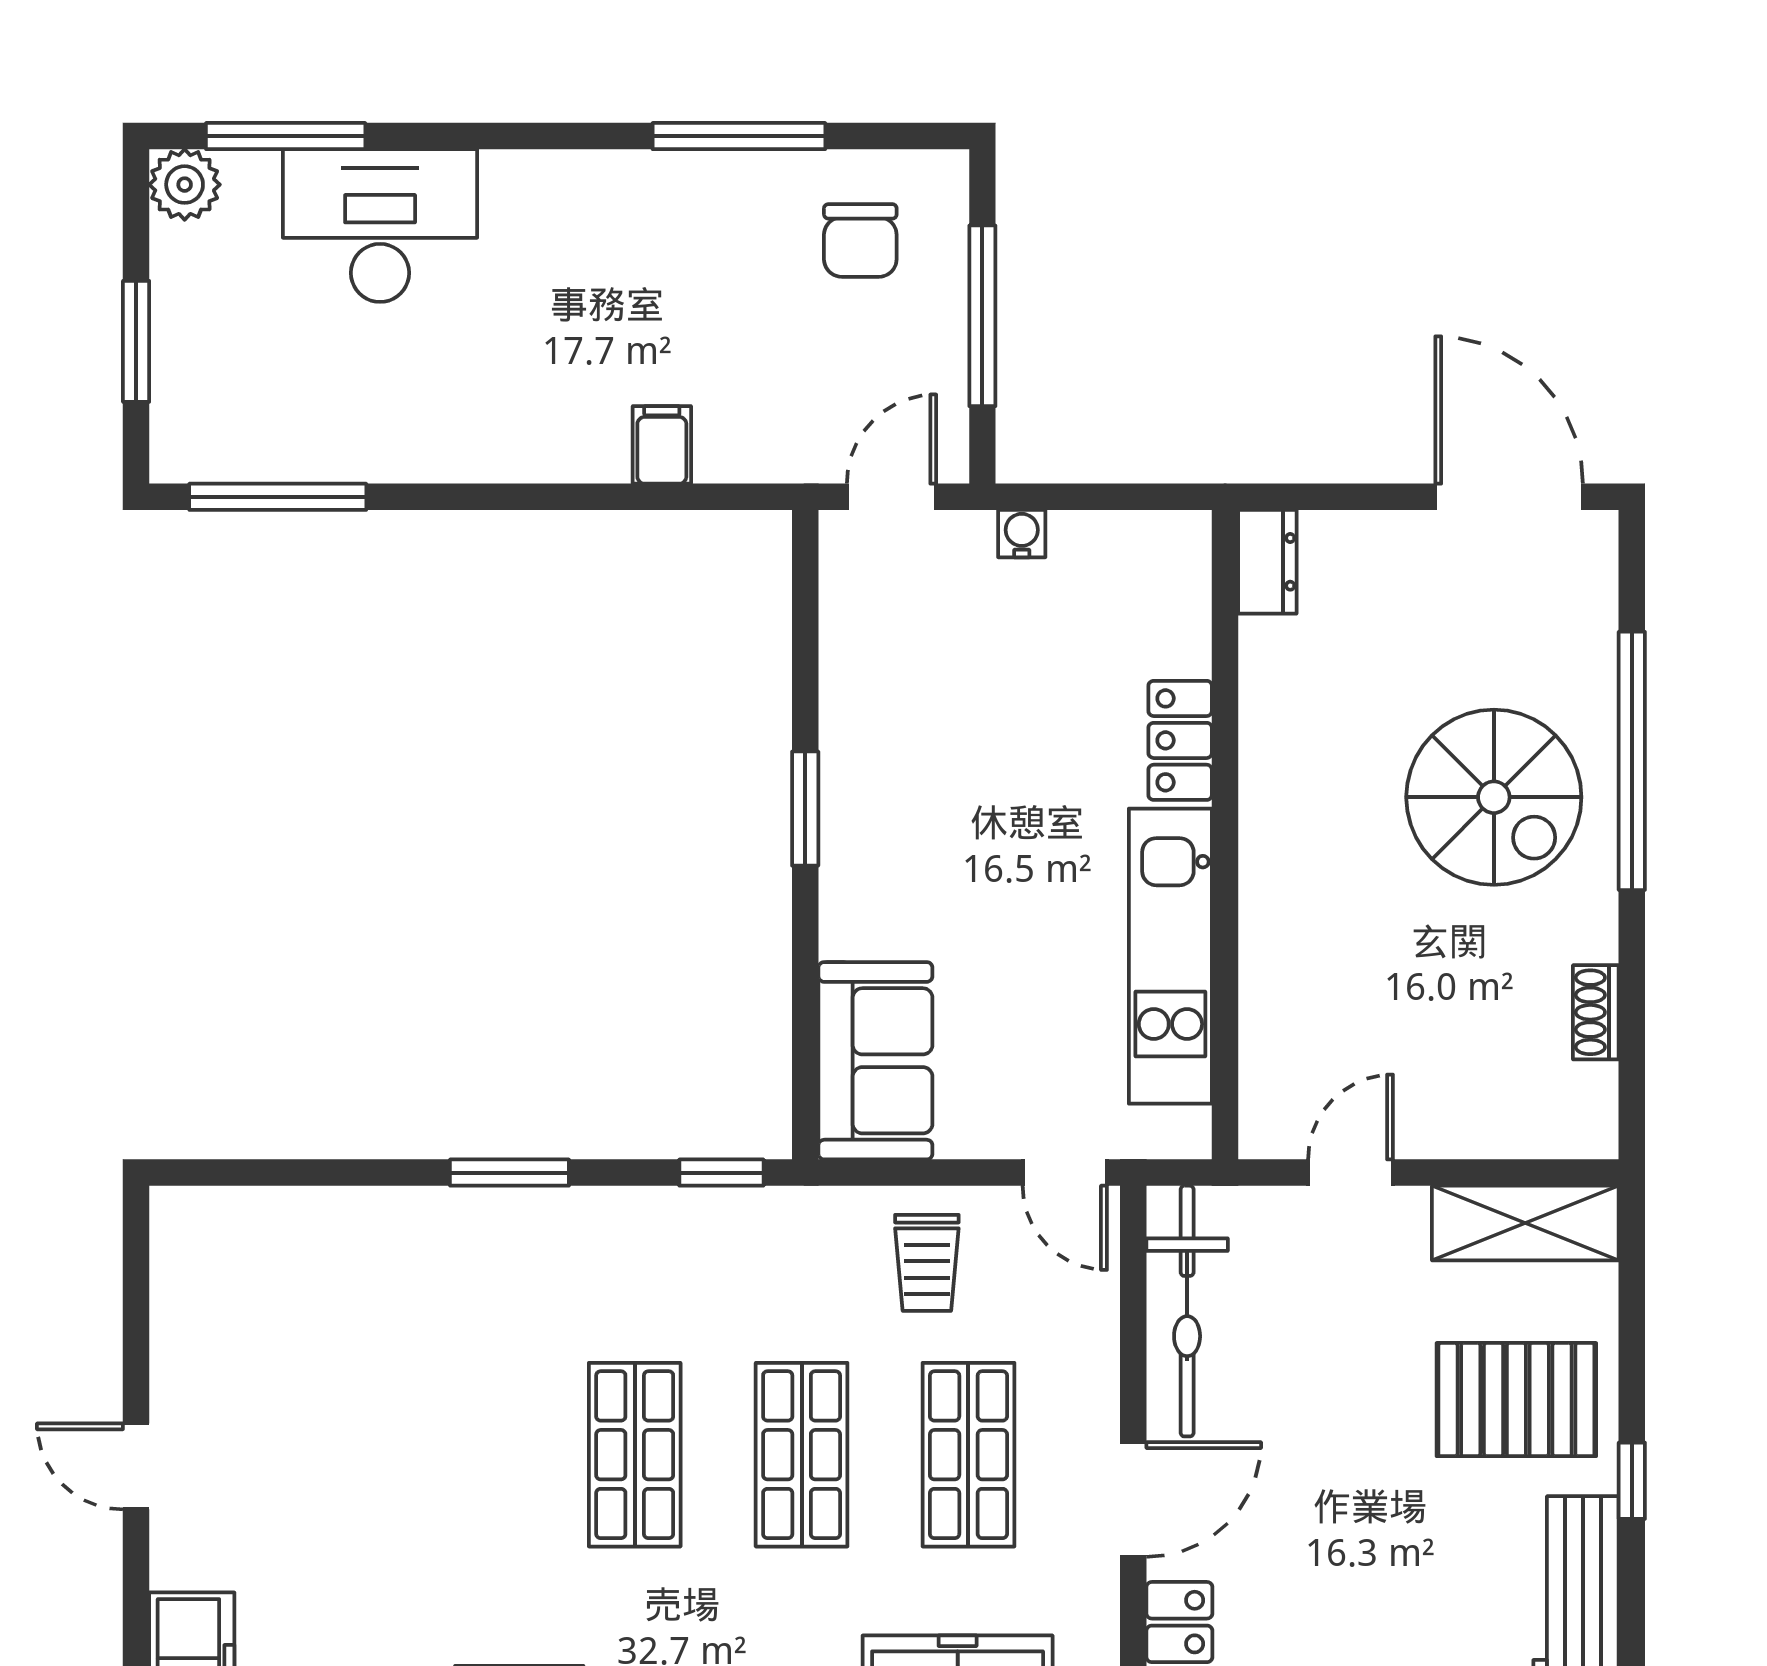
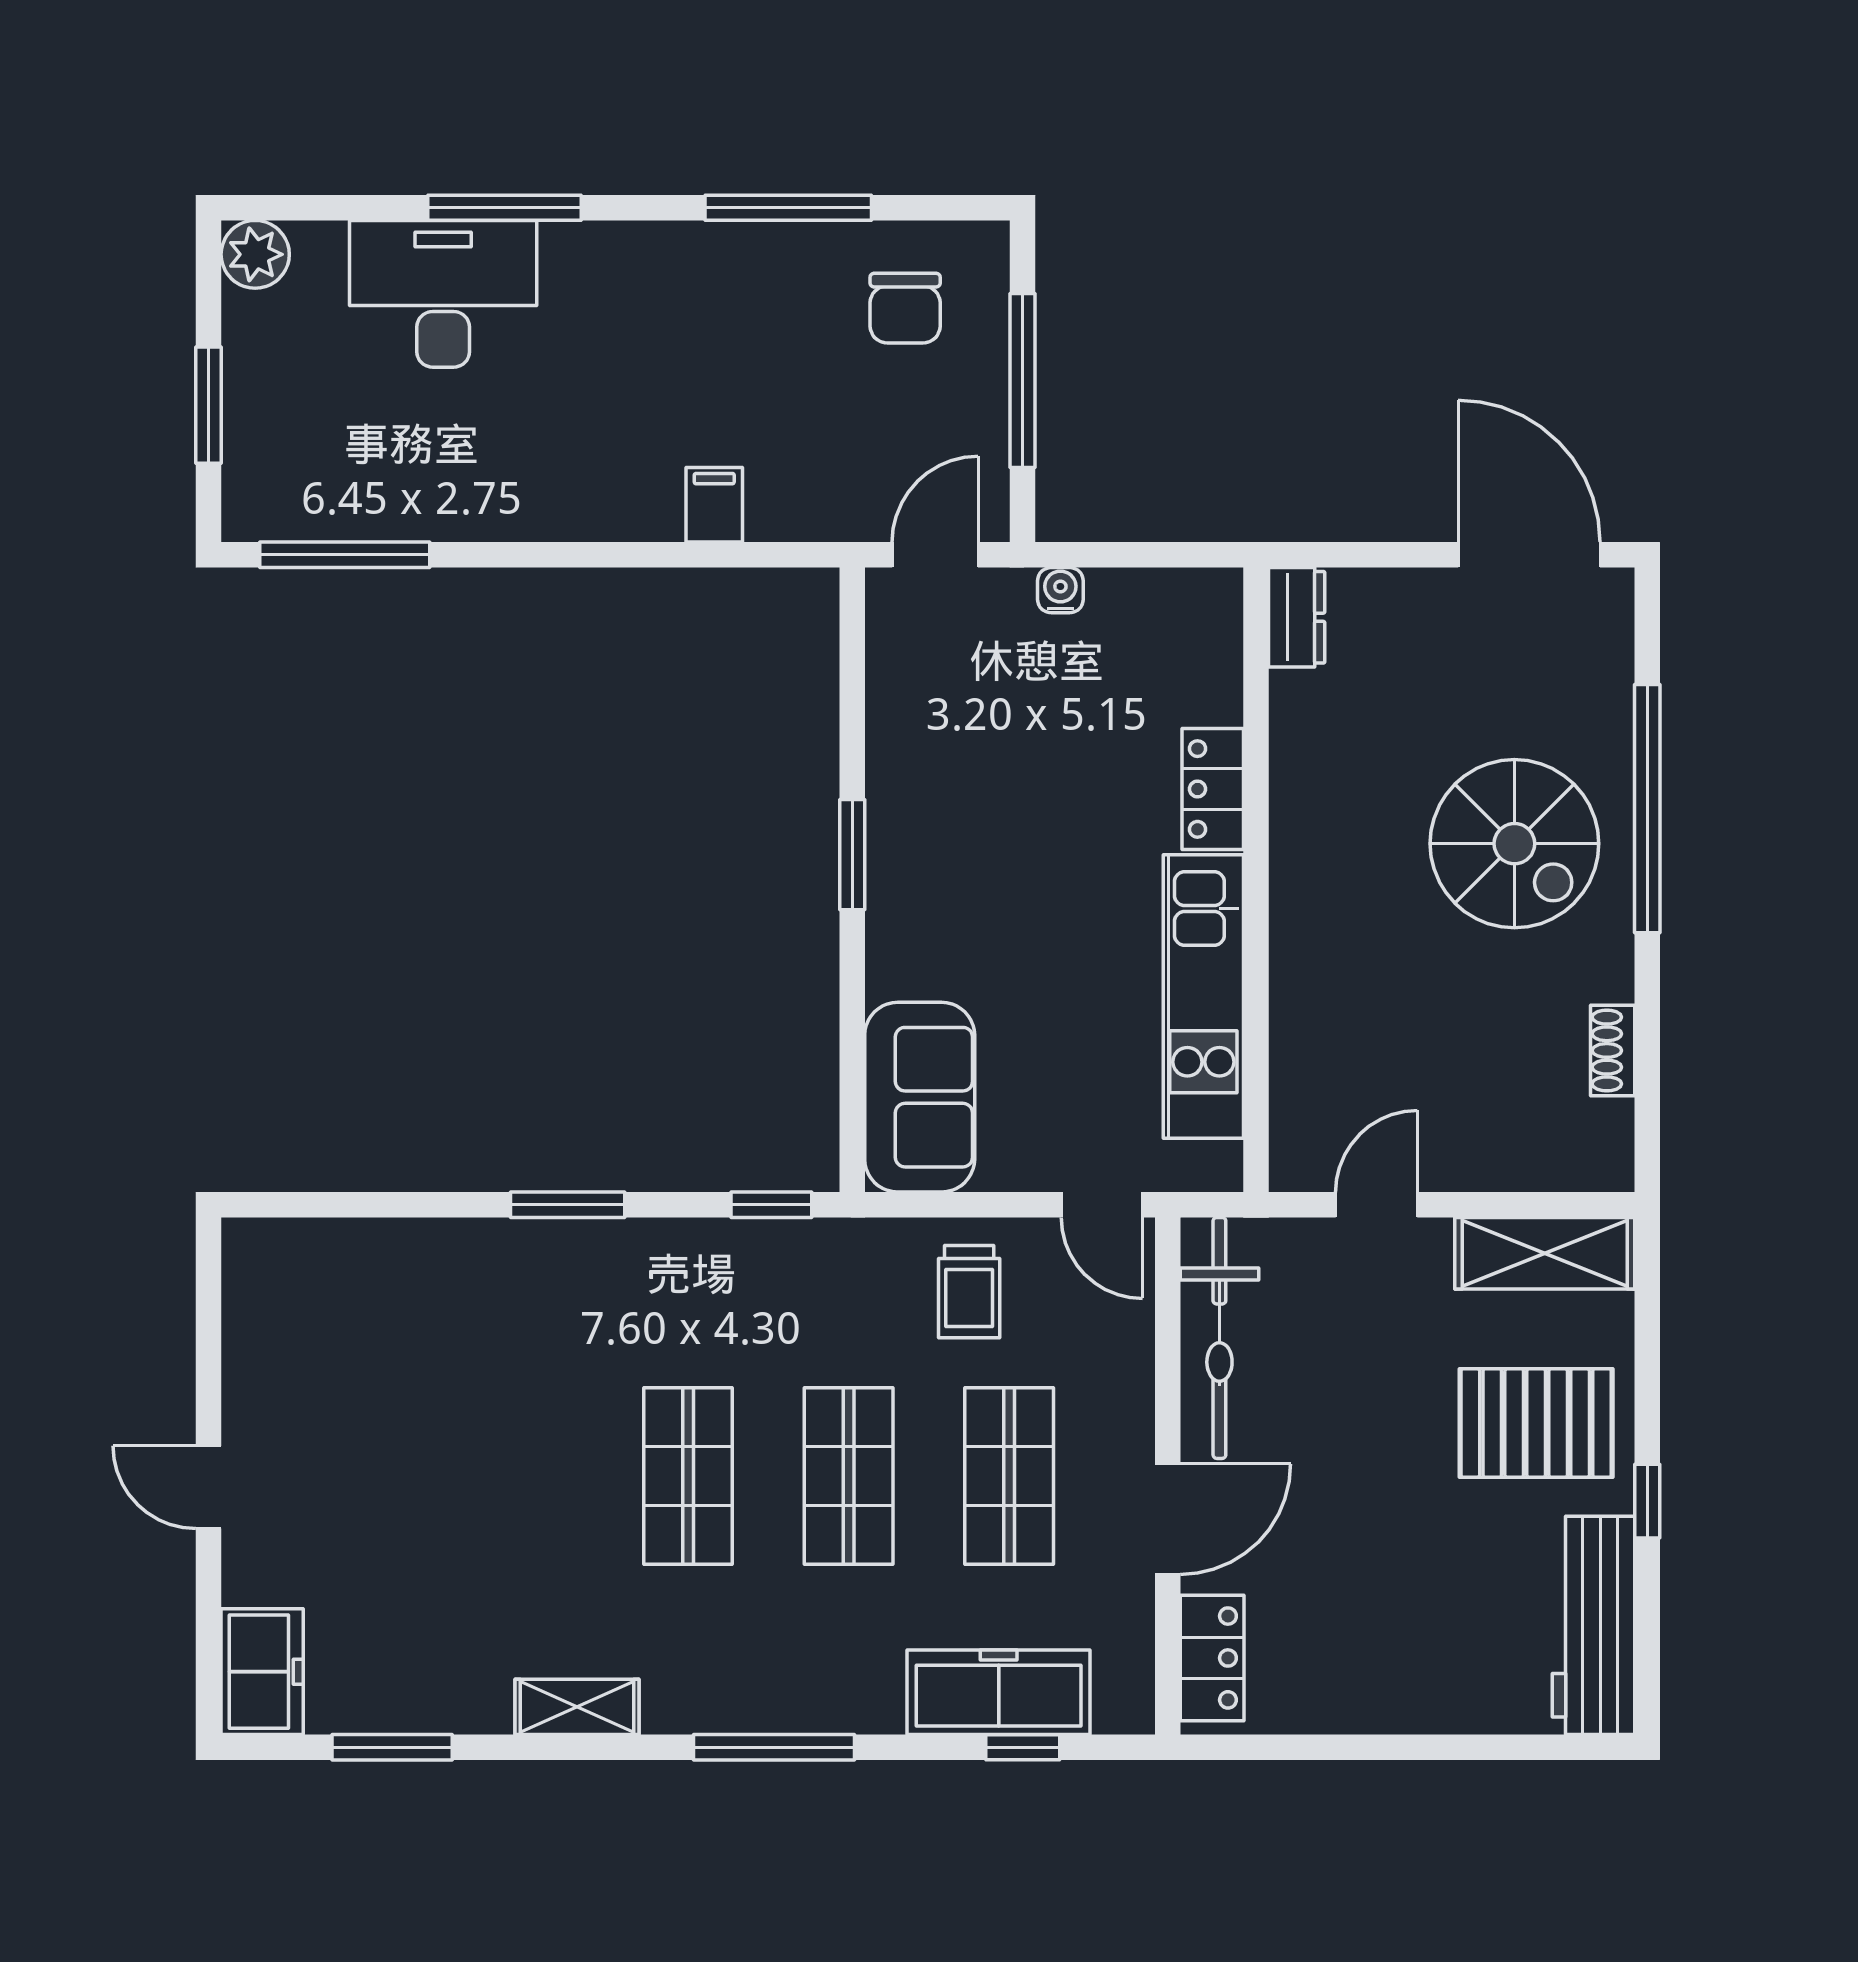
window: (286, 136) -> (504, 208), moved

